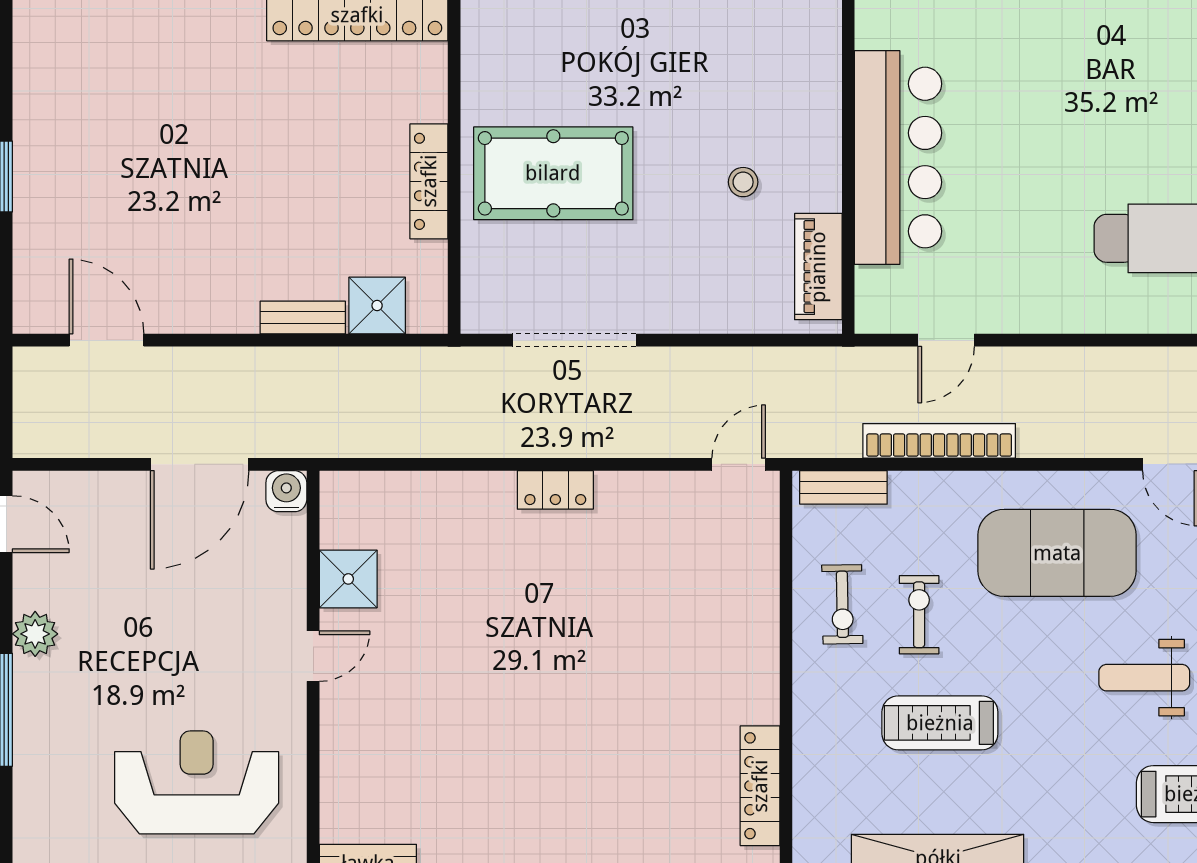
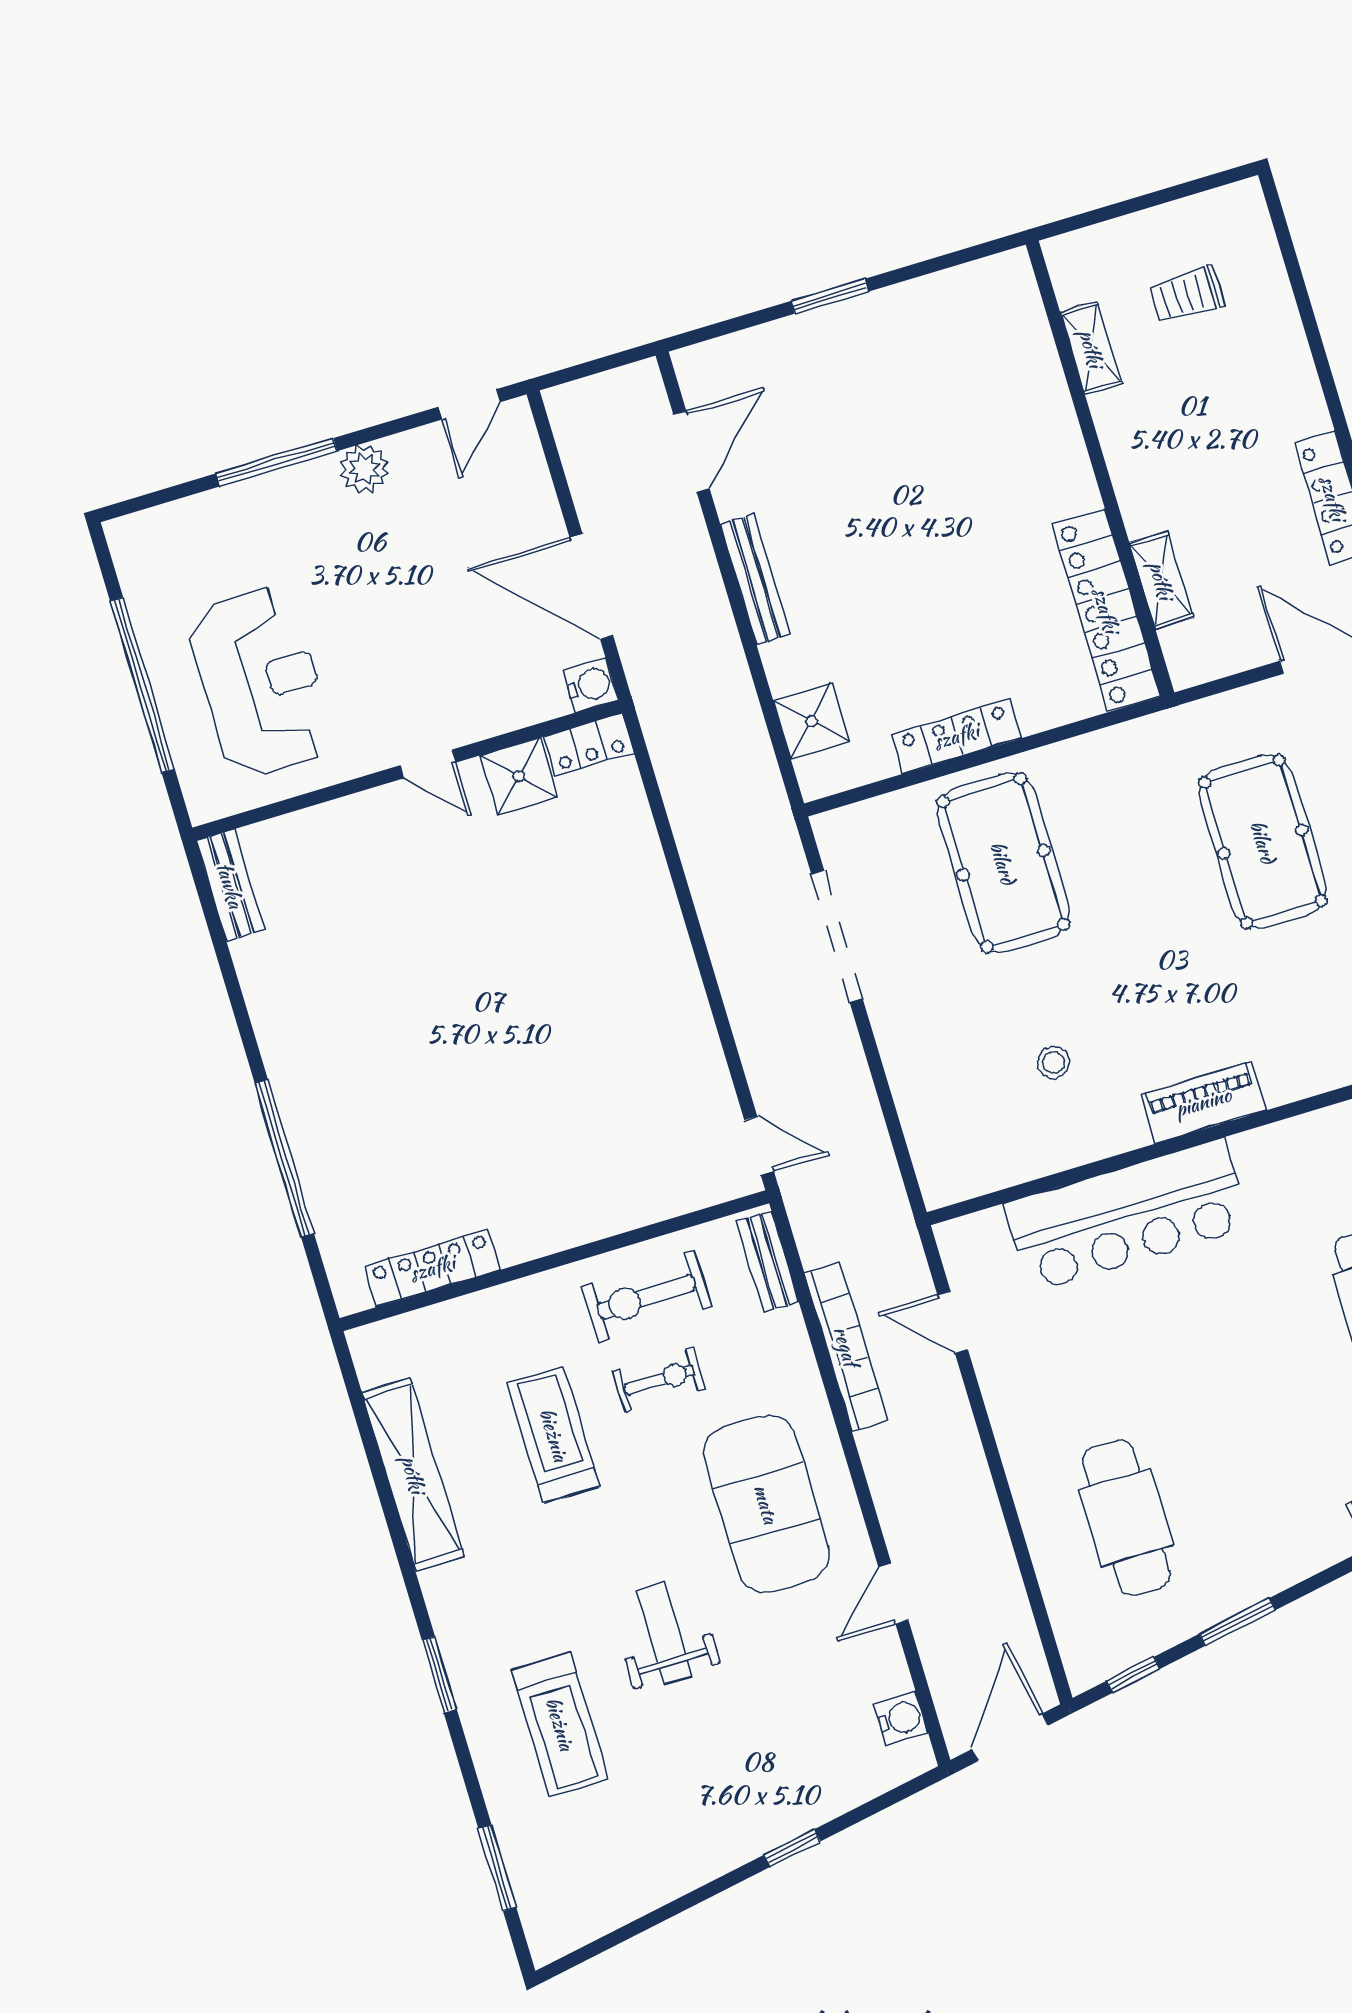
piano: (818, 267) -> (1203, 1102), moved
bench: (303, 318) -> (755, 579), moved, width x1.36
locker: (555, 490) -> (589, 744), moved, turned -90
exercise bike: (842, 604) -> (646, 1297), width x1.38, depth x1.39

